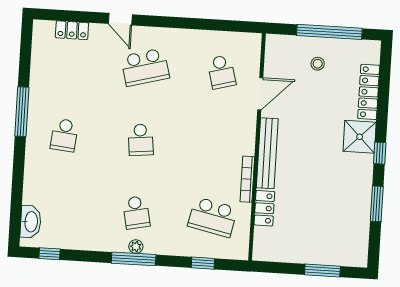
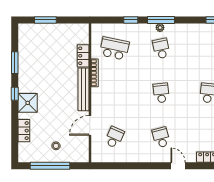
school desk: (145, 67) -> (161, 137), width x0.54
school desk: (221, 72) -> (114, 137), turned 39
locker: (369, 92) -> (24, 131), width x0.66
window: (203, 263) -> (131, 20), moved

